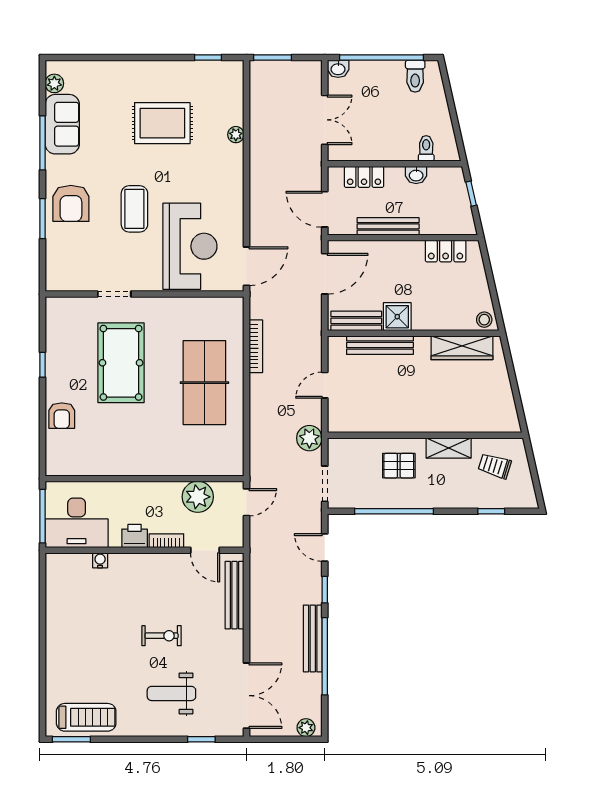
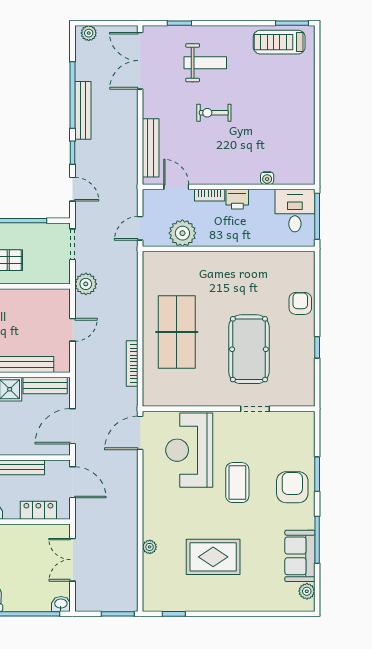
desk: (77, 523) -> (295, 210), width x0.73

